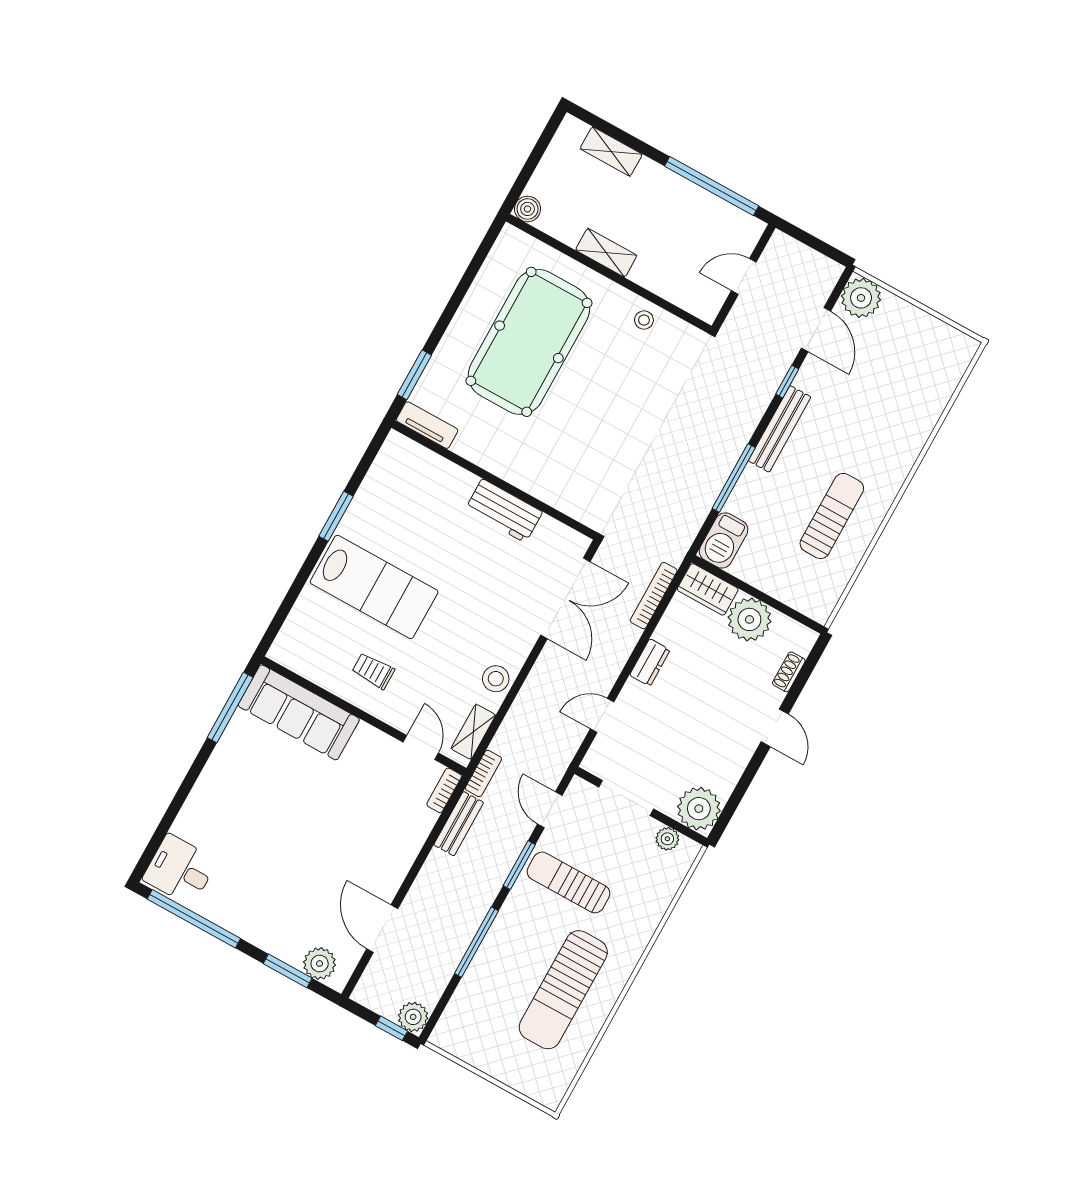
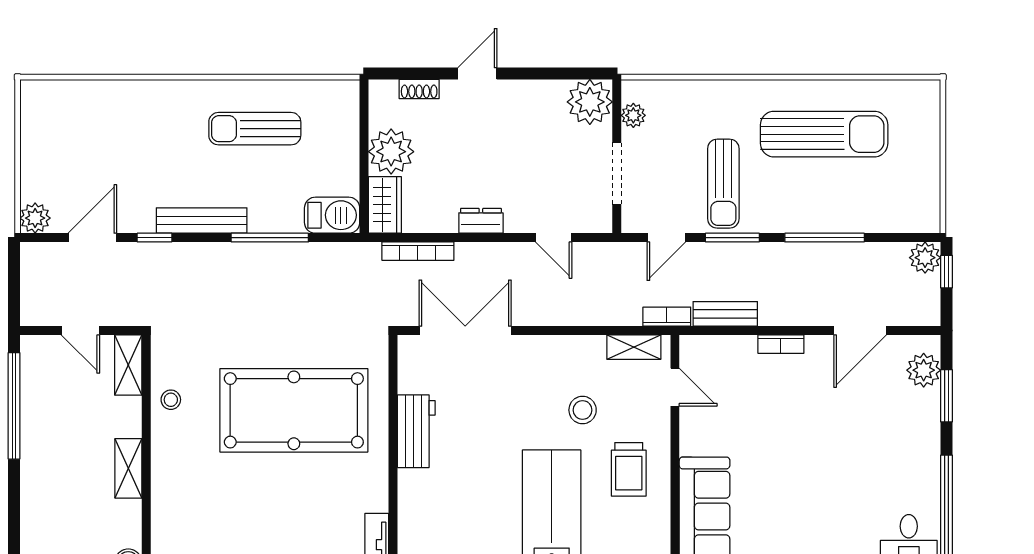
shelving: (611, 152) -> (128, 365), moved
plant: (861, 298) -> (35, 218), width x0.73, depth x0.73
pool table: (529, 342) -> (294, 410), moved
trolley: (373, 671) -> (629, 469), width x1.36, depth x1.39
stool: (496, 679) -> (583, 410), moved
door: (421, 748) -> (675, 387), swing flipped
bookcase: (444, 790) -> (781, 344), moved

